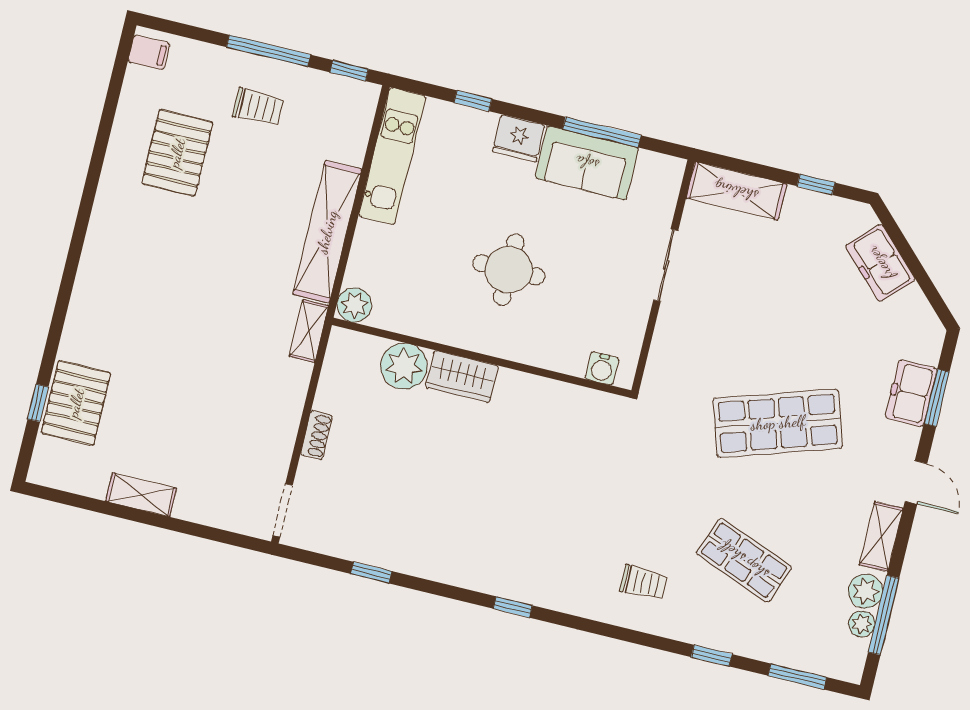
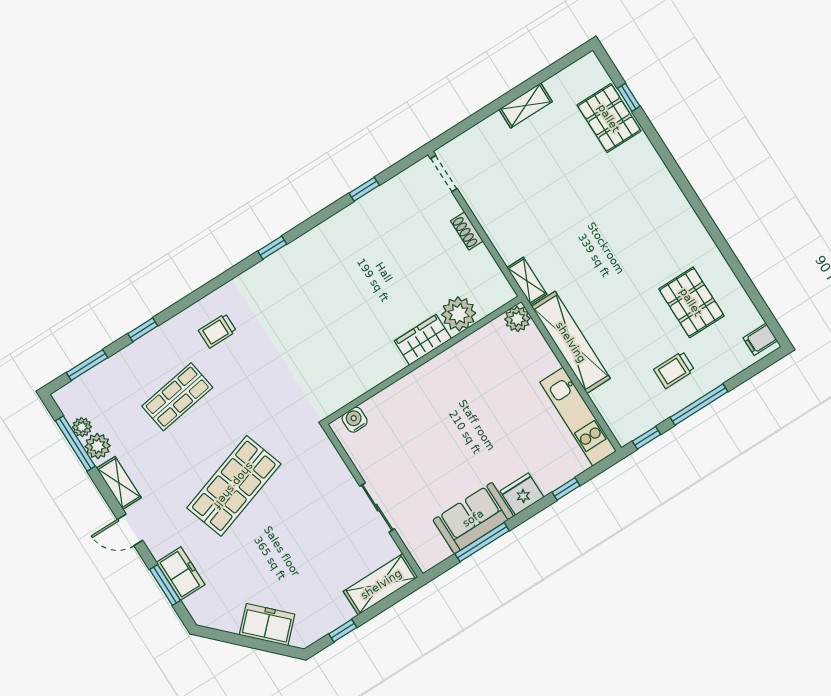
round table: (509, 270) -> (456, 421), removed
shop shelf: (744, 560) -> (177, 397), turned -30

